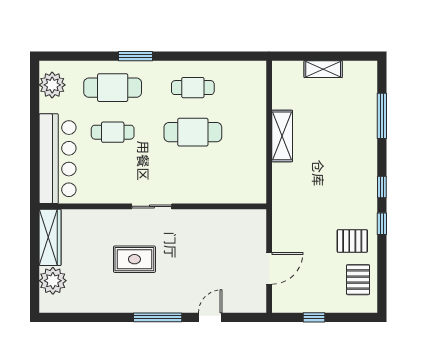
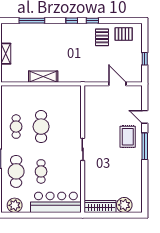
rug: (134, 259) -> (128, 137), moved

